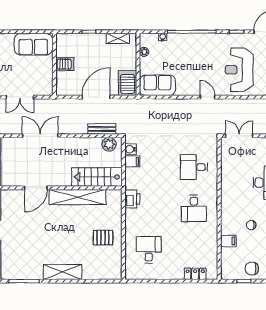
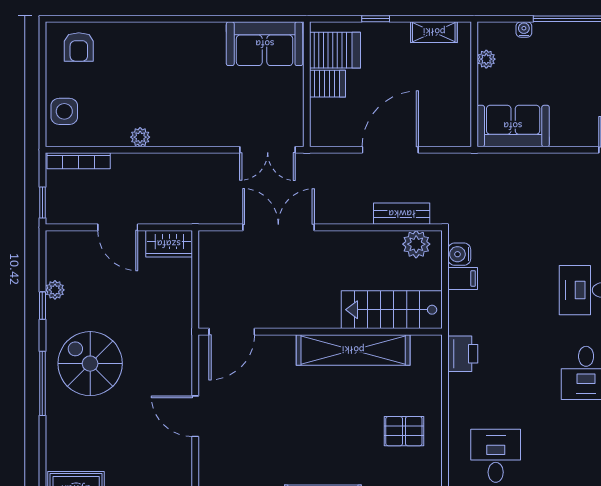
server rack: (127, 83) -> (335, 50), moved, turned 90
double door: (20, 97) -> (268, 150), moved
door: (36, 188) -> (232, 332), moved

